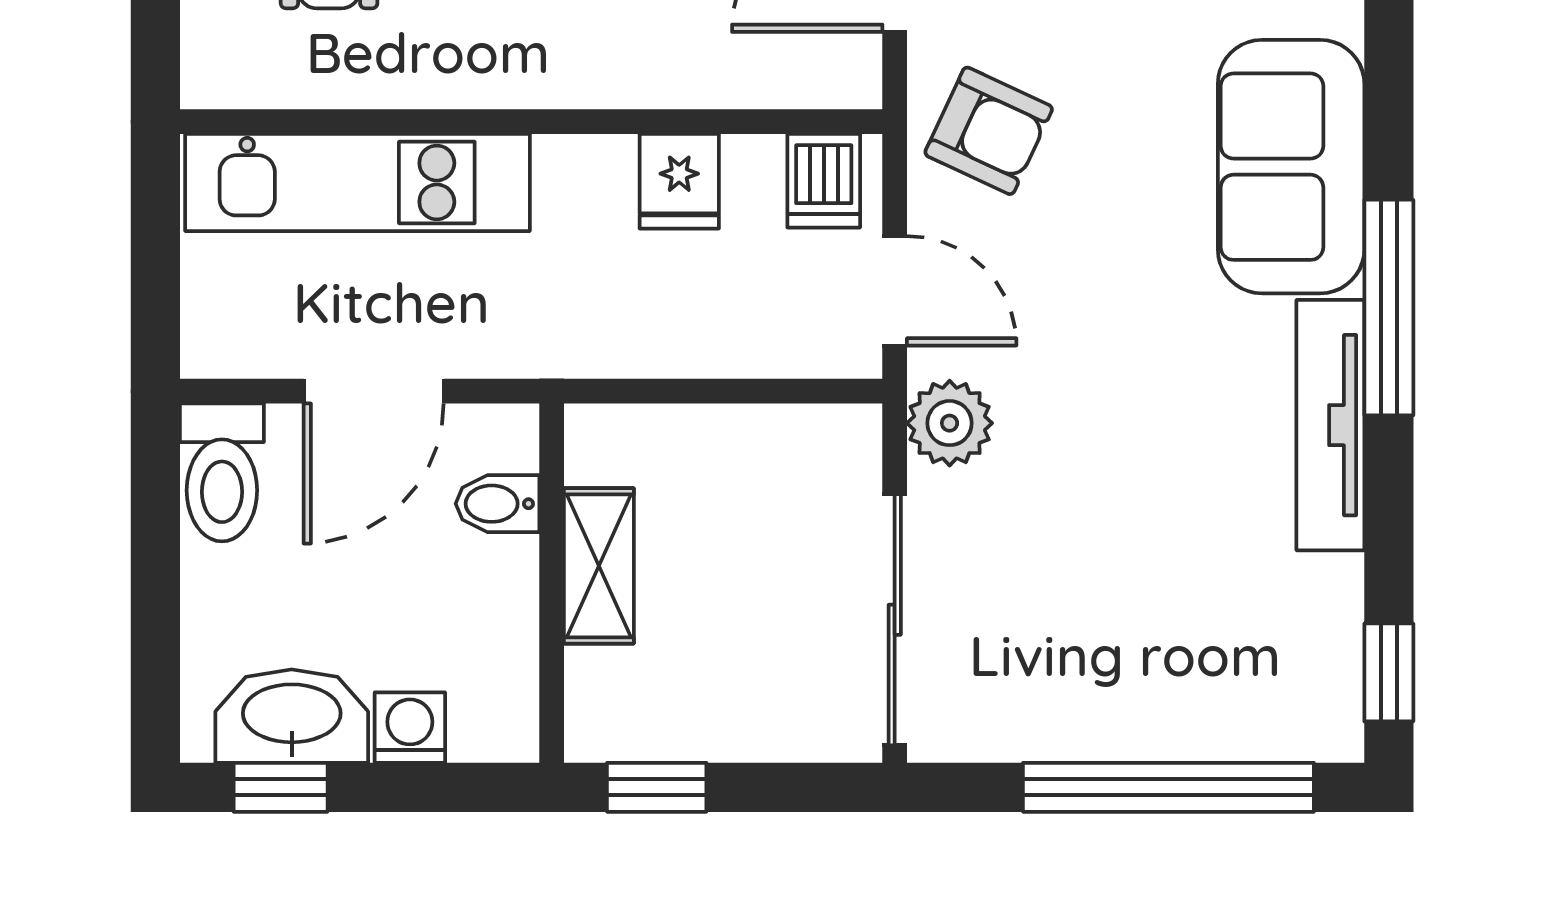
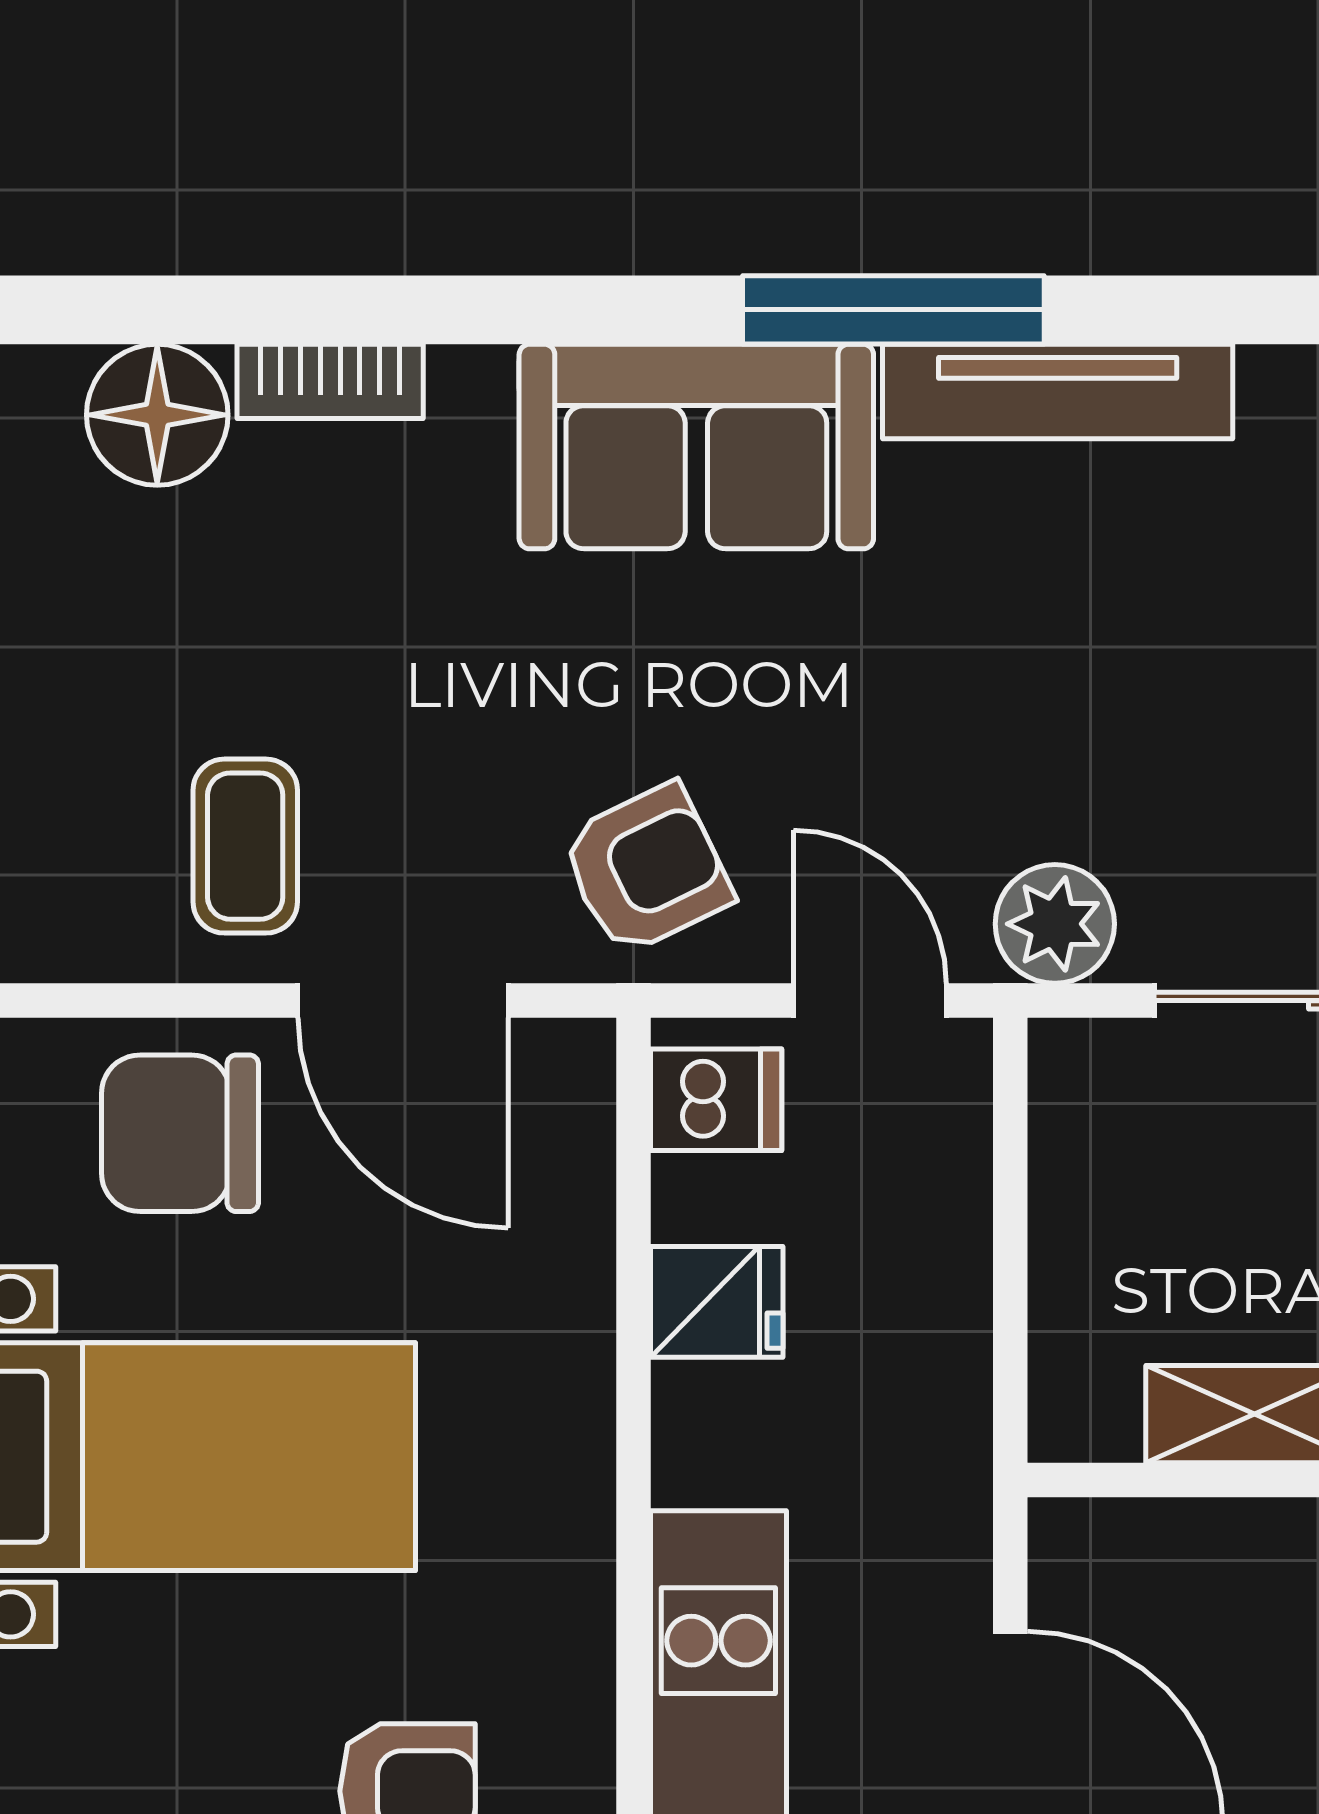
armchair: (989, 131) -> (646, 869), turned 39
door: (895, 291) -> (870, 1001), hinge flipped
bidet: (497, 504) -> (1167, 1556), removed

